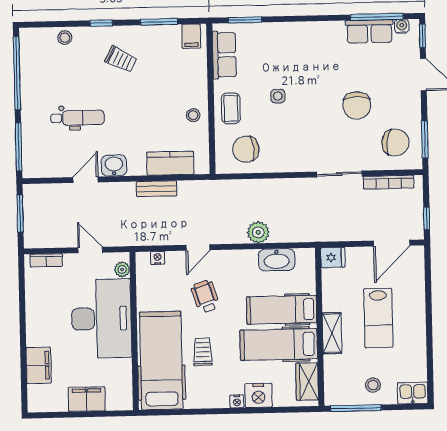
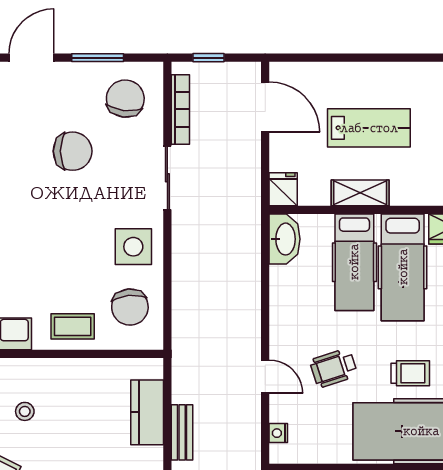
side table: (278, 96) -> (133, 247), moved, width x1.87, depth x1.87
stool: (193, 115) -> (25, 411), moved
window: (425, 139) -> (98, 58), moved
window: (427, 218) -> (209, 58), moved
plant: (258, 232) -> (246, 292), removed
washbasin: (277, 260) -> (285, 239), moved
shelving: (332, 333) -> (360, 193), moved
trolley: (203, 352) -> (410, 373), turned 180

